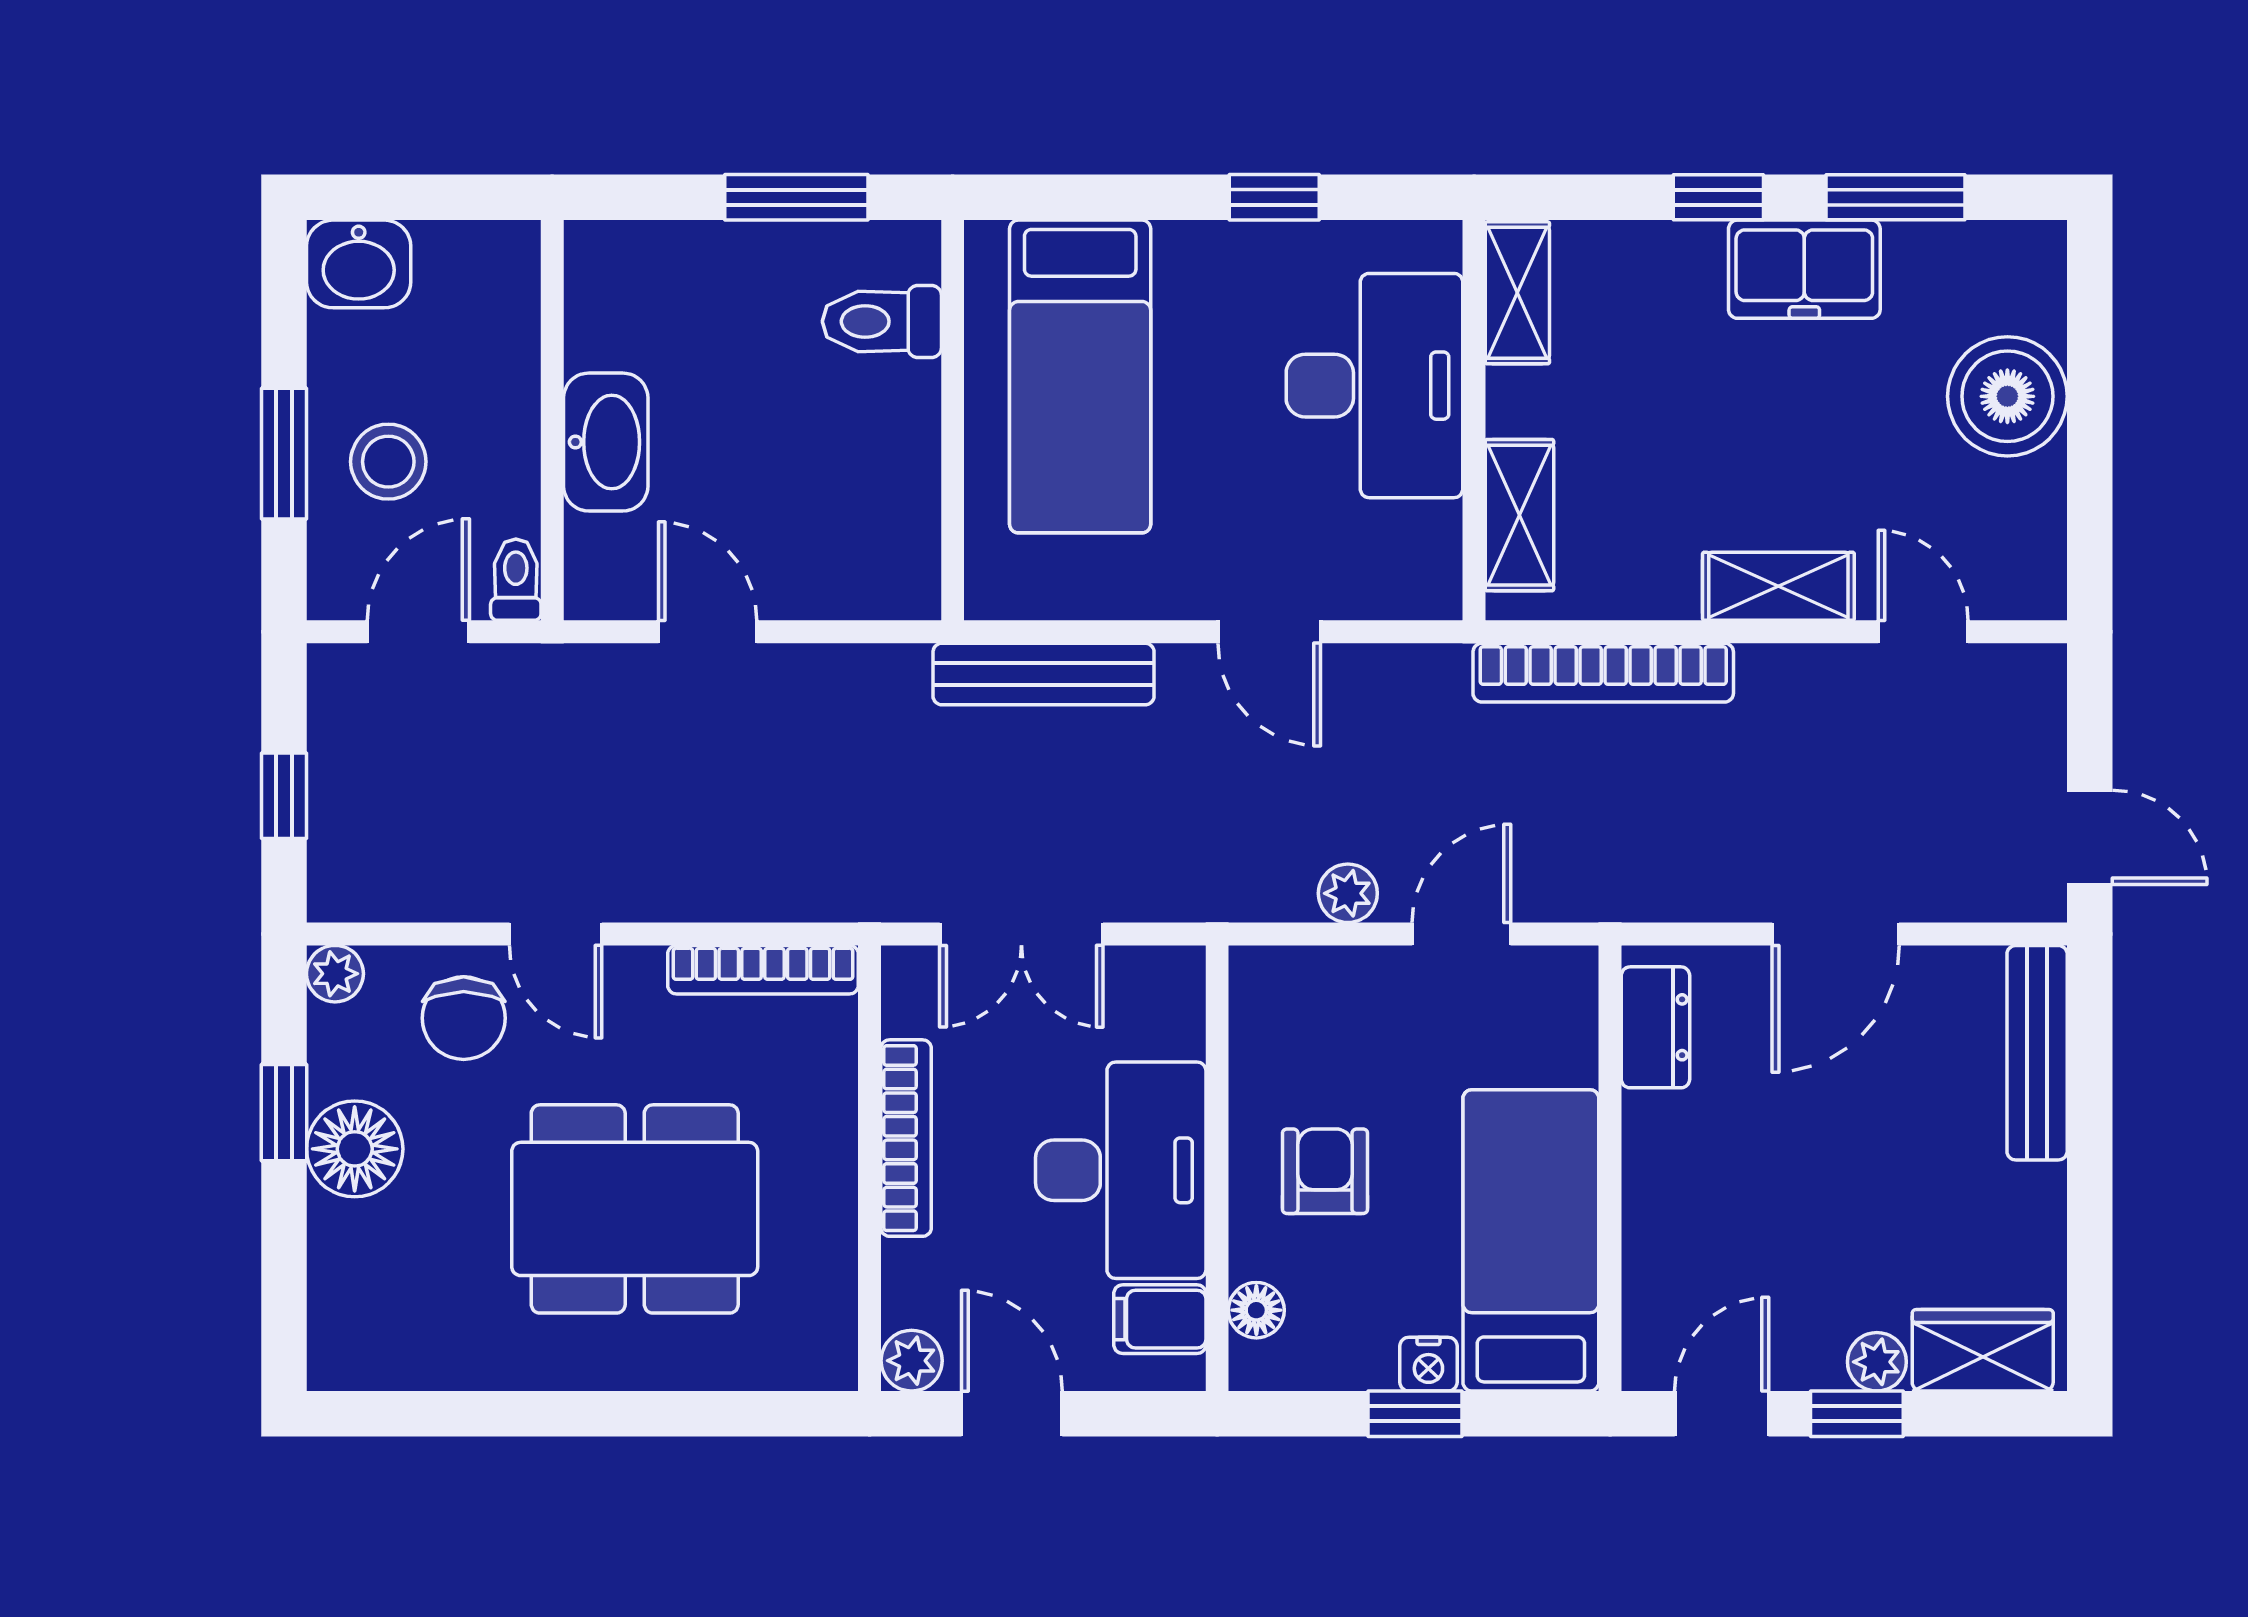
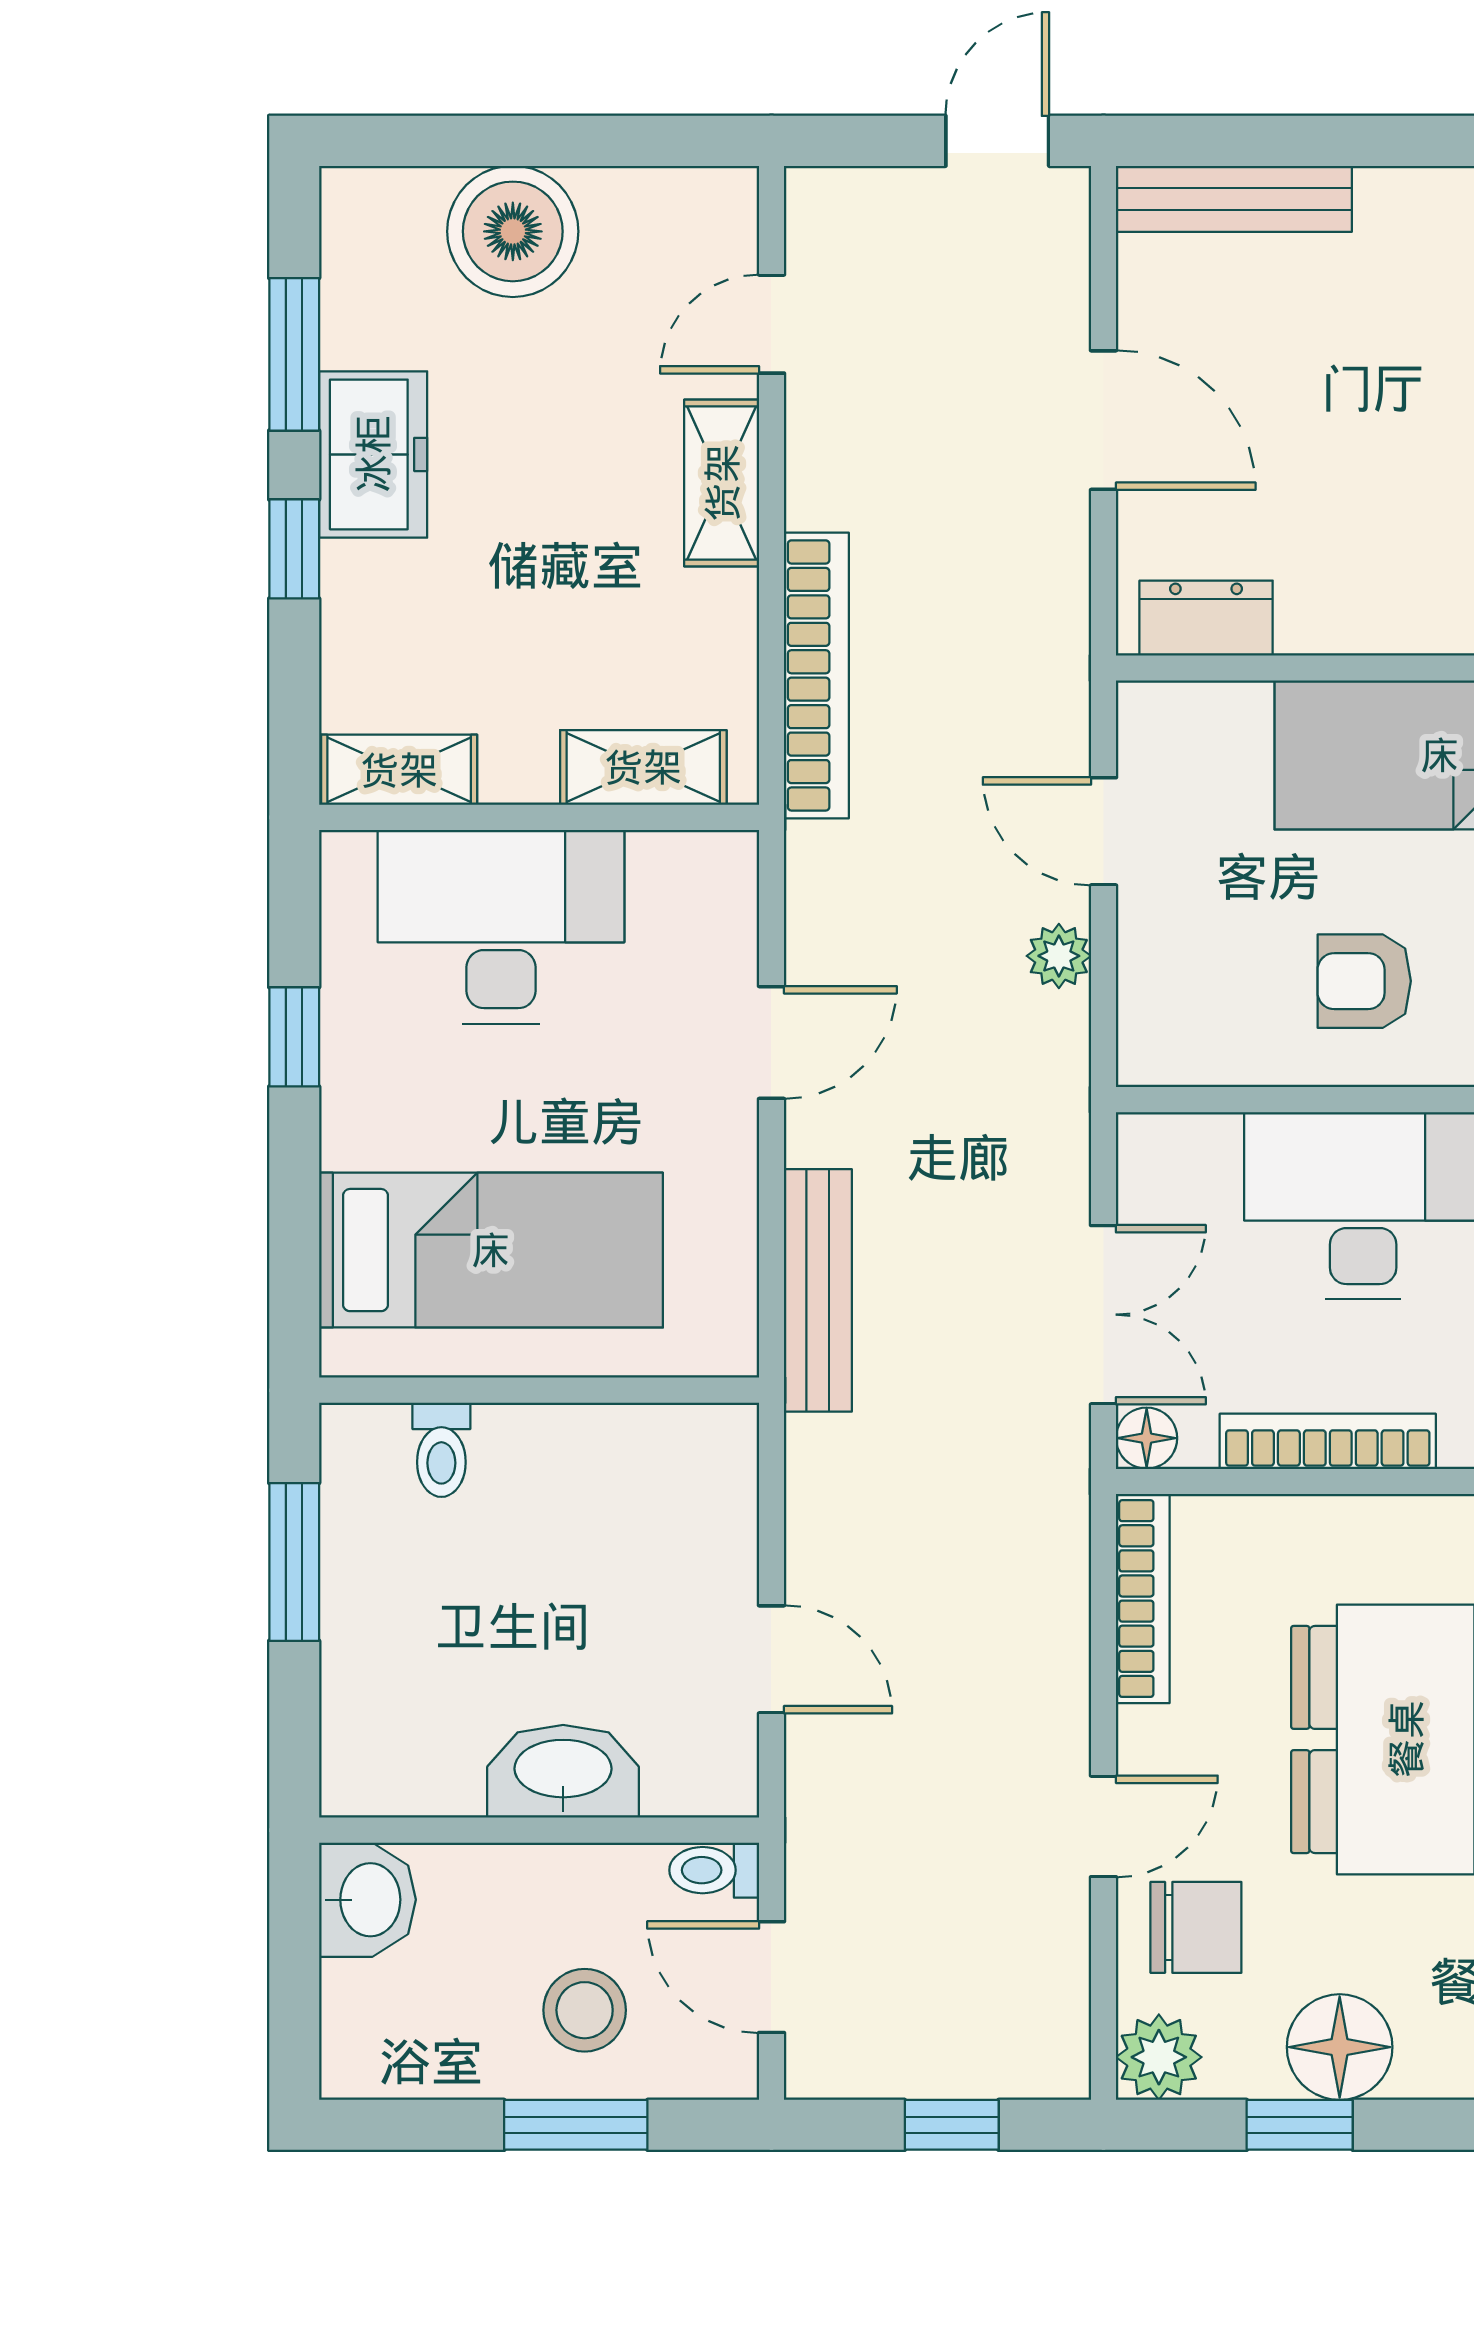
washbasin: (359, 264) -> (367, 1900), moved
toilet: (882, 321) -> (441, 1450), width x0.73, depth x0.72
door: (708, 632) -> (771, 1659), swing flipped
floor lamp: (909, 973) -> (1147, 1438), added
plant: (335, 974) -> (1159, 2057), width x1.38, depth x1.38

